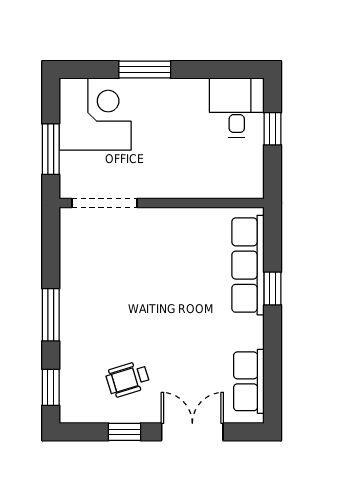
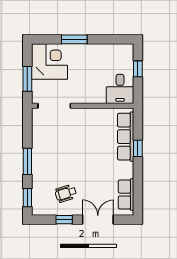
desk: (237, 108) -> (120, 89), moved, turned 180

